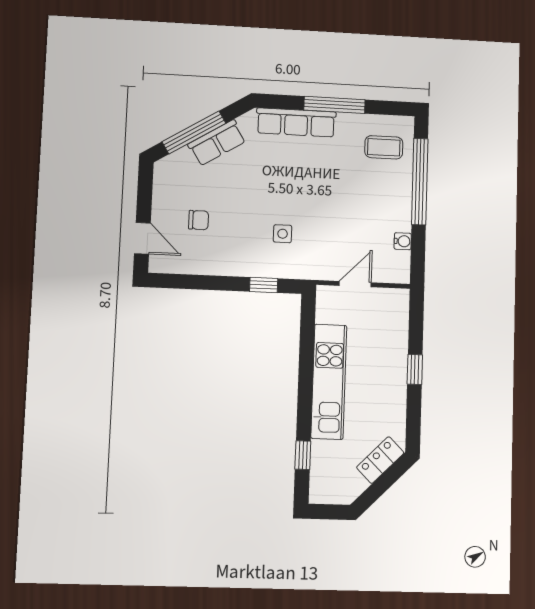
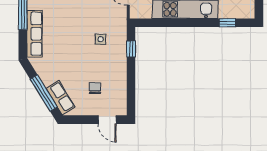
row of seats: (217, 143) -> (60, 98), moved
door: (142, 238) -> (107, 120), swing flipped

